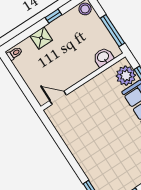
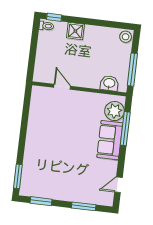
window: (54, 16) -> (54, 17), moved
door: (58, 98) -> (62, 87), moved

